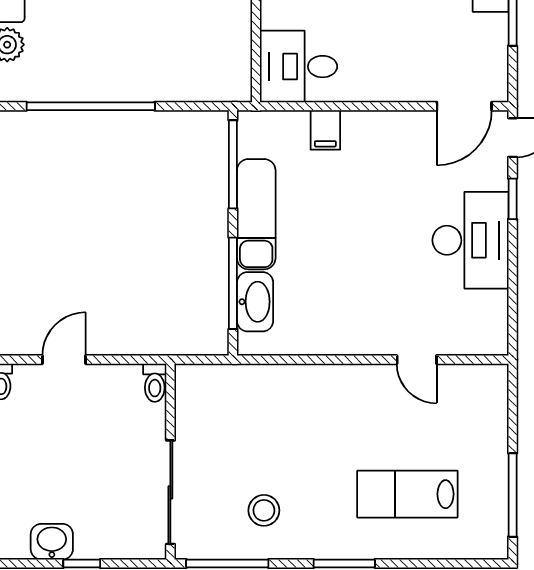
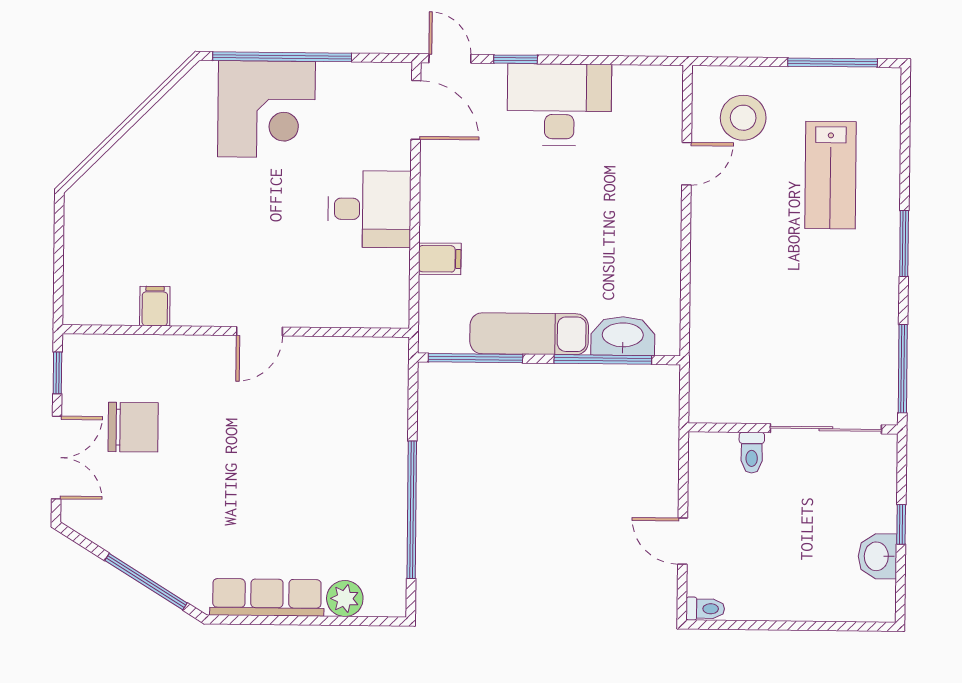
desk: (299, 67) -> (369, 209), moved, turned -90
toilet: (155, 383) -> (752, 453), moved, turned 90
stool: (264, 510) -> (743, 118), moved, width x1.38, depth x1.38

